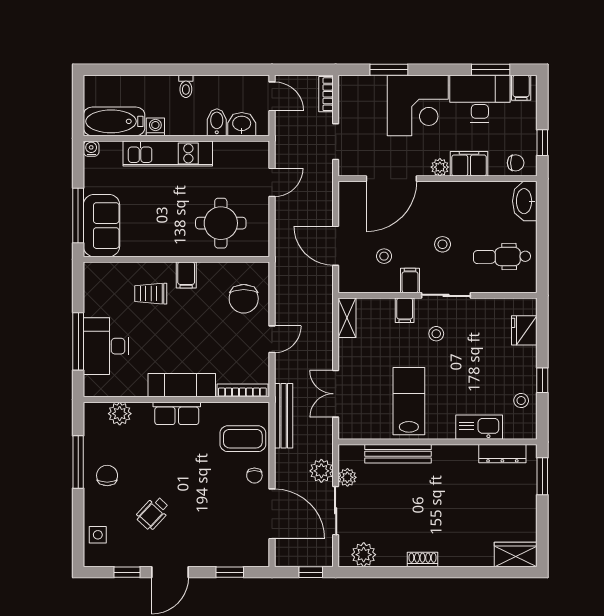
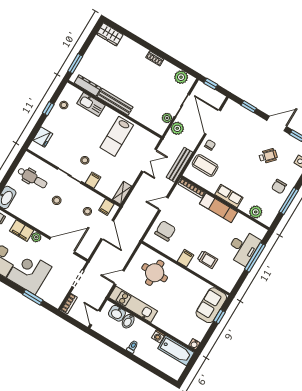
kitchen unit: (168, 153) -> (133, 304), moved
window: (78, 215) -> (219, 317), width x0.46
filing cabinet: (410, 281) -> (106, 207), moved
bench: (398, 454) -> (115, 102), moved

